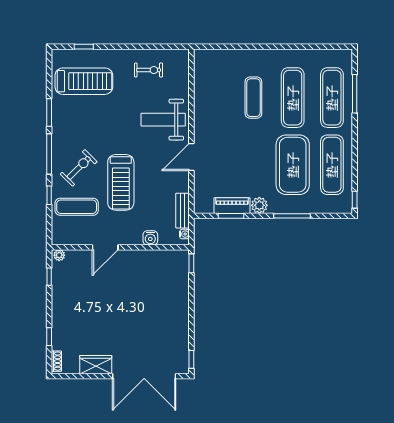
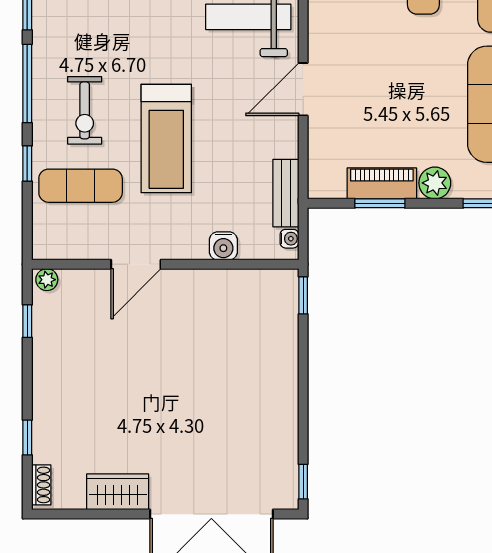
exercise bike: (79, 168) -> (85, 110), turned 135

